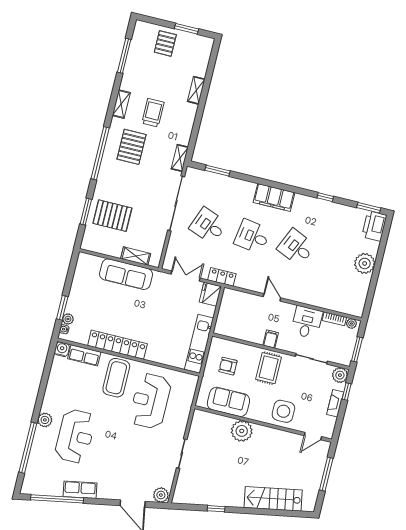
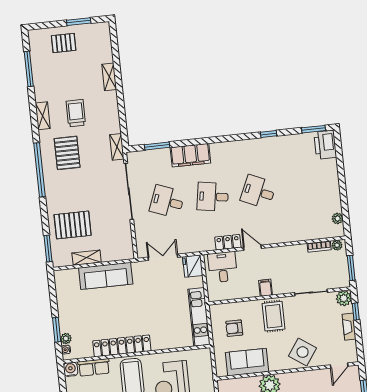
pallet: (165, 43) -> (64, 43), turned 90
filing cabinet: (274, 197) -> (190, 155), moved
window: (86, 212) -> (48, 249), moved
shelving: (136, 256) -> (87, 258), moved
plant: (365, 263) -> (338, 218), moved, width x0.53, depth x0.53
locker: (222, 277) -> (228, 242), moved
desk: (307, 322) -> (223, 267), moved
side table: (283, 411) -> (303, 352), turned 35

